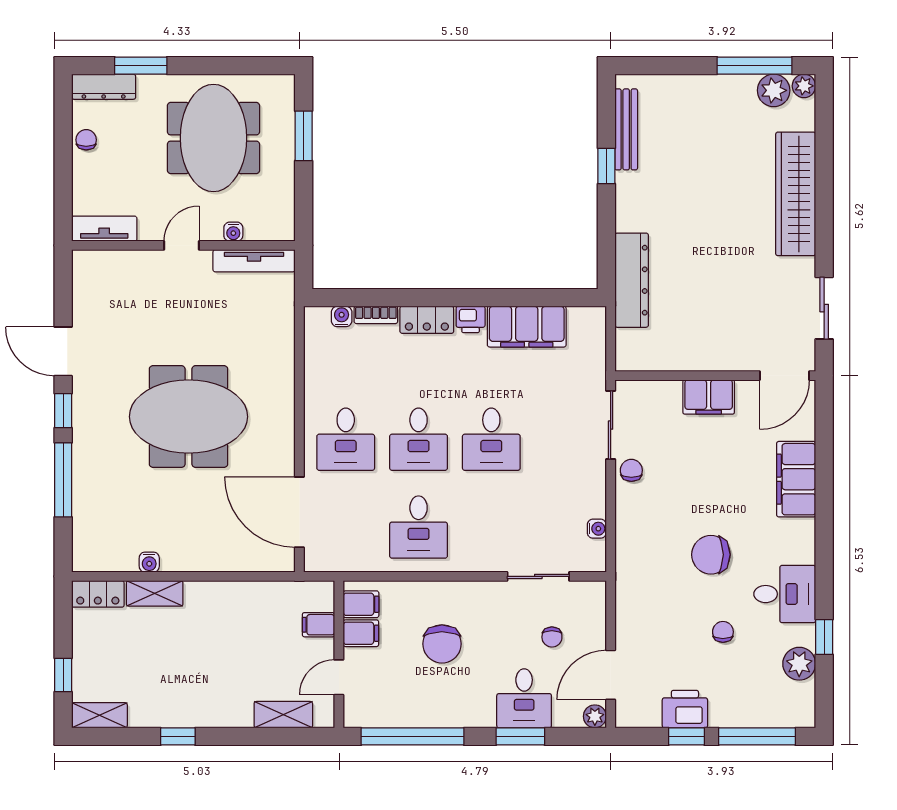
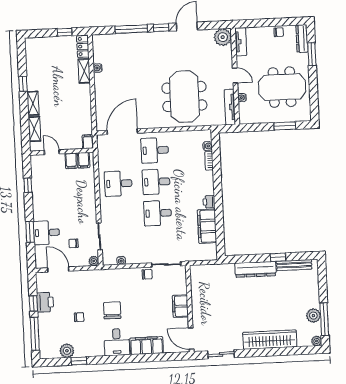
plant: (774, 90) -> (313, 316), moved
plant: (92, 270) -> (223, 37), added
dresser: (632, 280) -> (255, 269), moved
locker: (427, 320) -> (208, 183), removed
meeting table: (188, 417) -> (184, 97), moved
desk: (785, 594) -> (117, 342), moved
filing cabinet: (318, 625) -> (88, 142), moved
chair: (442, 644) -> (68, 196), removed
window: (63, 675) -> (65, 32), moved
shelving: (99, 715) -> (33, 103), moved
plant: (595, 716) -> (94, 261), moved
window: (413, 736) -> (28, 185), width x0.32

